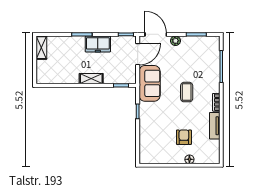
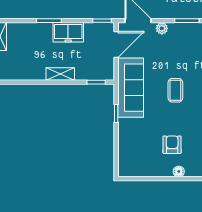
sofa: (150, 83) -> (131, 88), width x1.36

